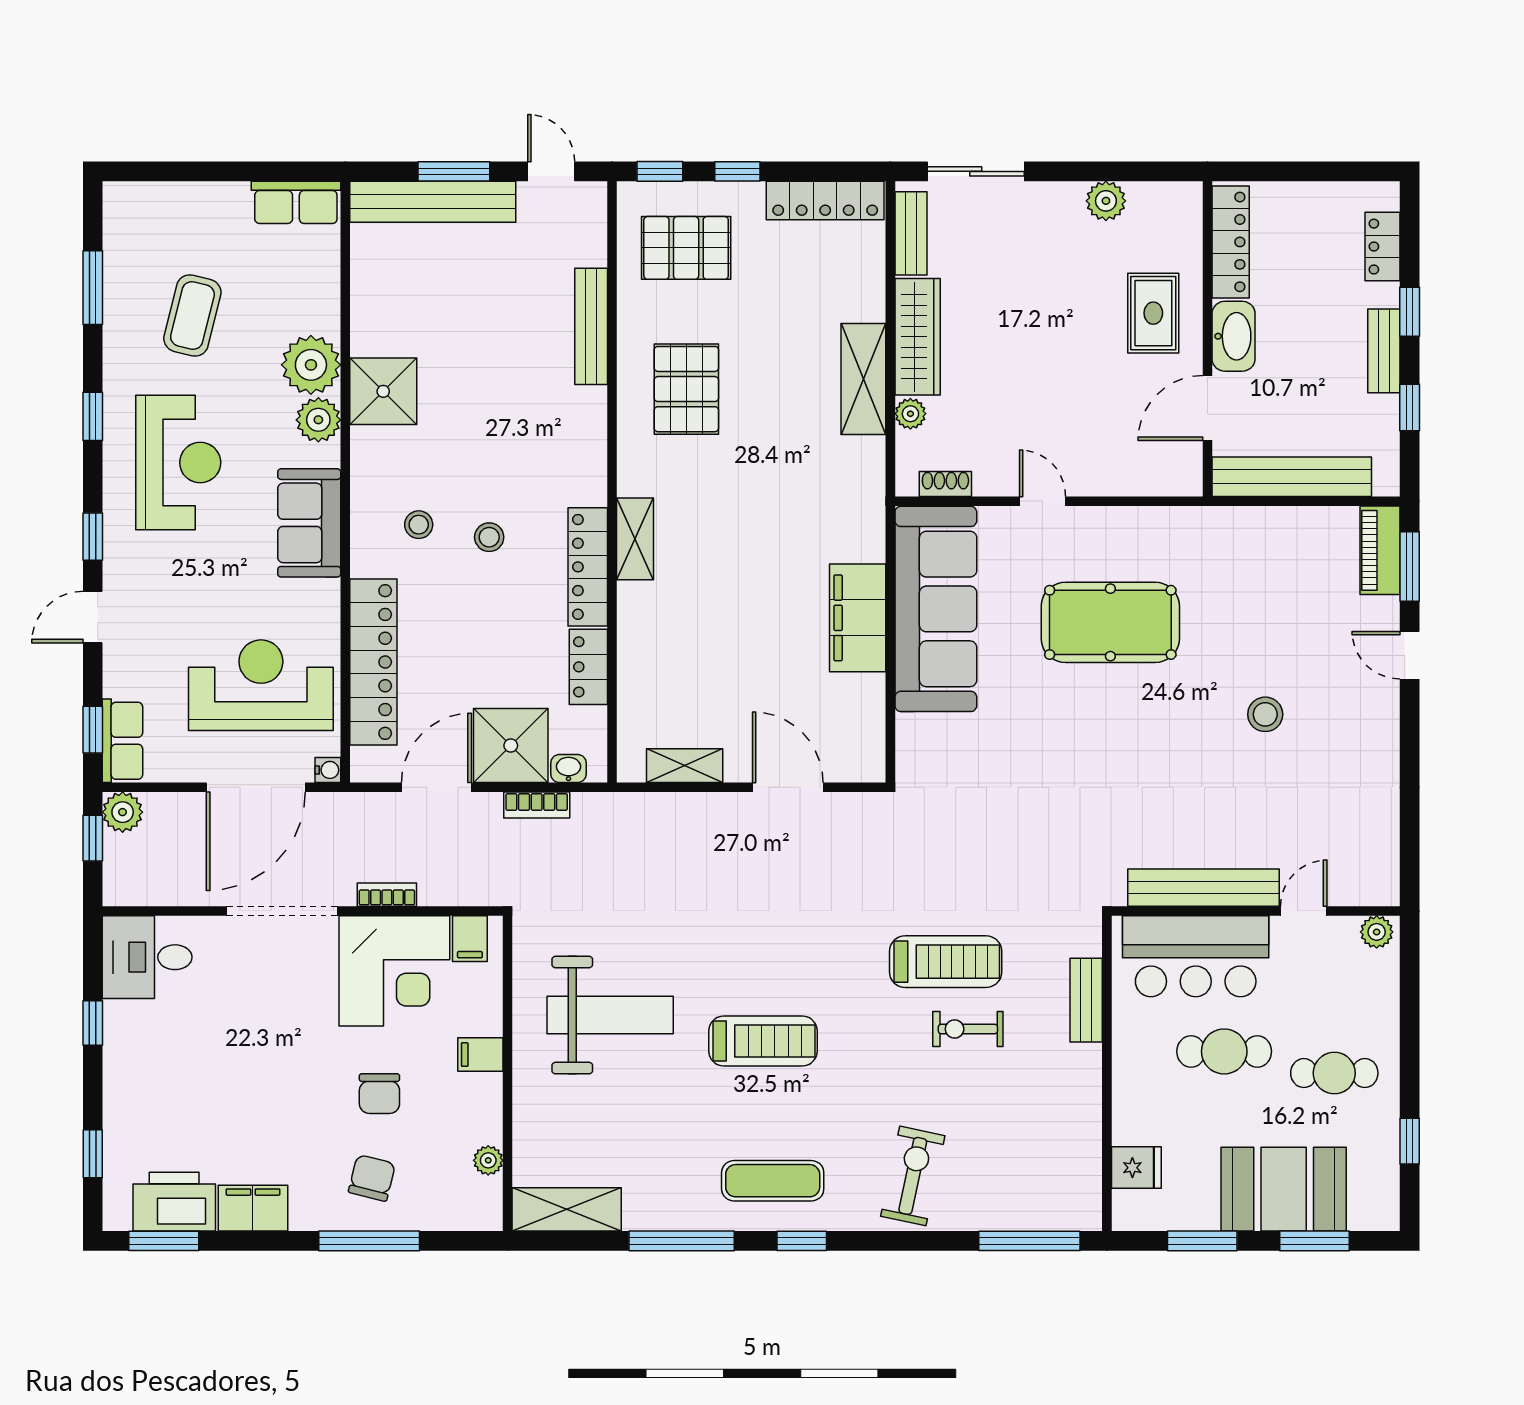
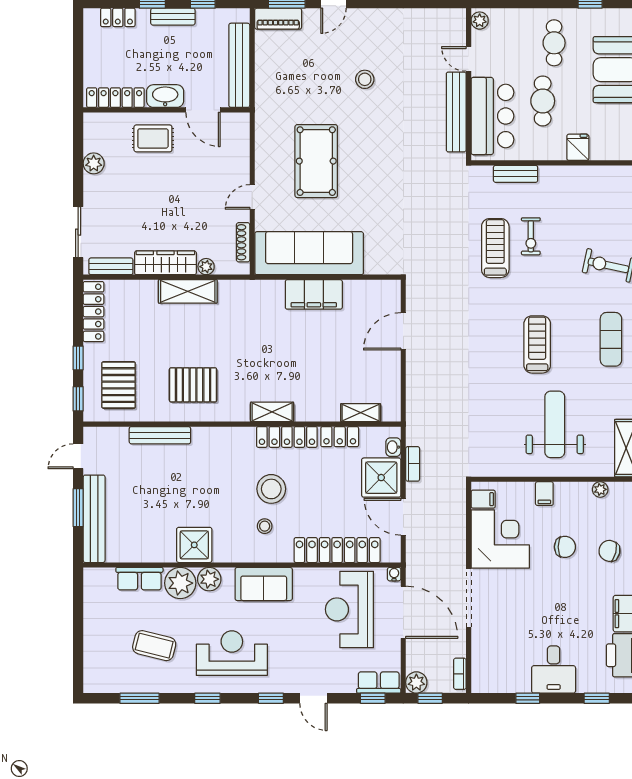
row of seats: (296, 202) -> (139, 579), moved, turned 90
shoe rack: (945, 484) -> (243, 242), width x1.43
stool: (489, 537) -> (271, 489), width x1.89, depth x1.89
shelving: (685, 766) -> (361, 413), moved, turned 90
bookcase: (387, 895) -> (460, 674), moved
desk: (147, 957) -> (554, 670), moved
weight bench: (610, 1015) -> (555, 424), moved
fridge: (1136, 1168) -> (578, 147), moved

